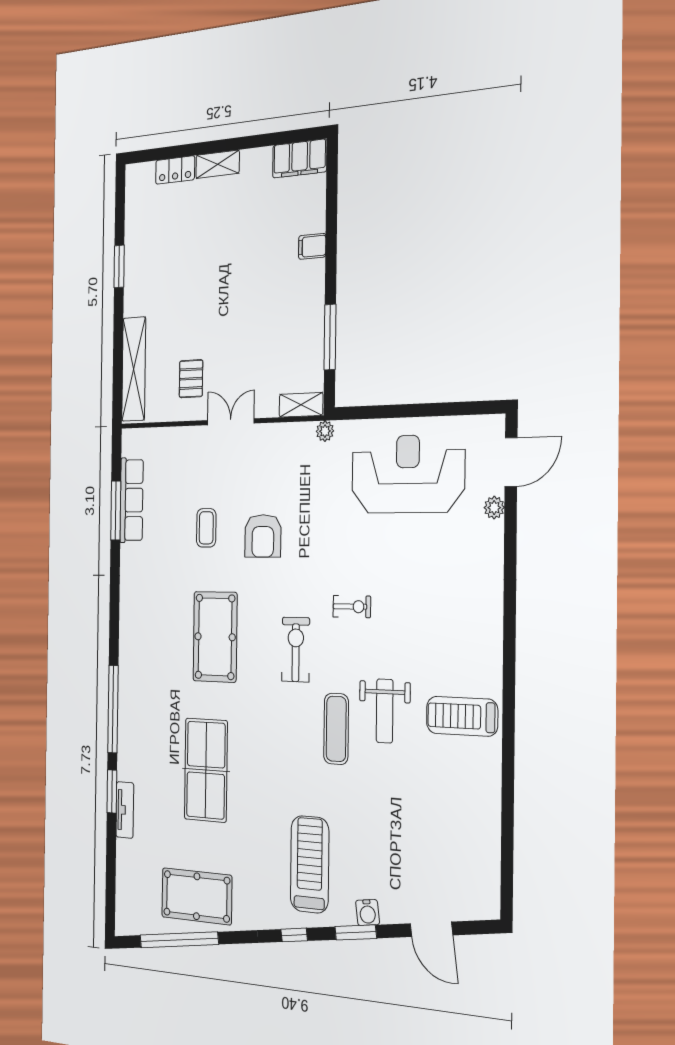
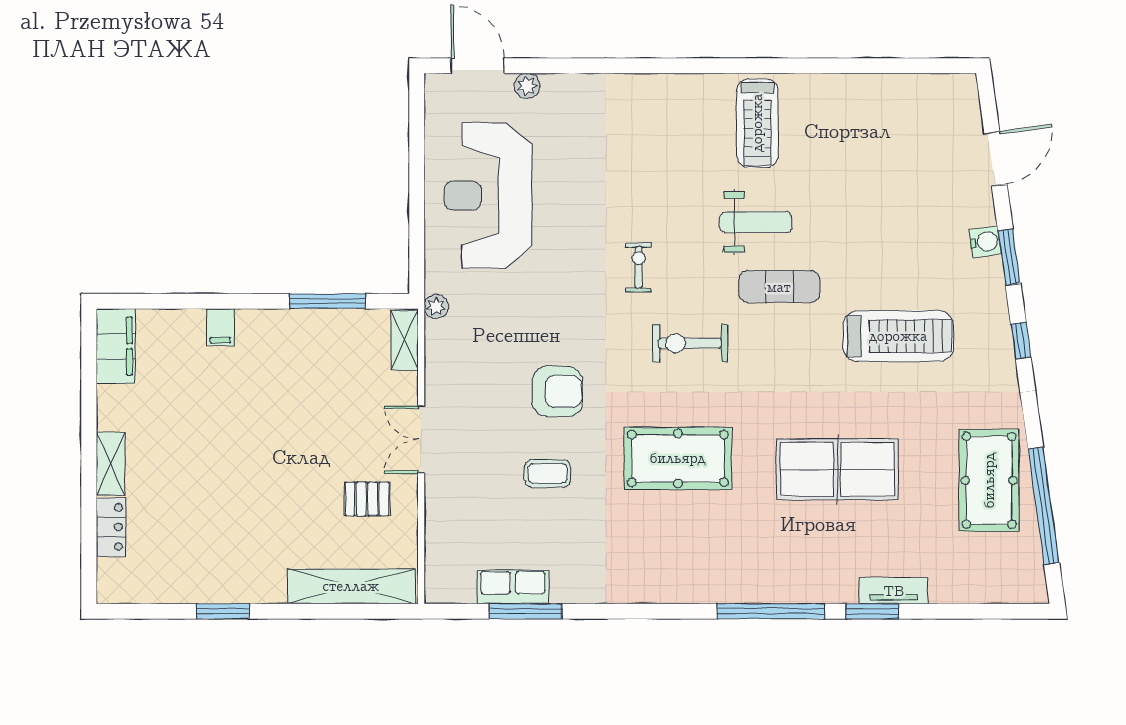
row of seats: (132, 500) -> (513, 587), width x0.68
treadmill: (310, 864) -> (898, 336), moved, turned 180

